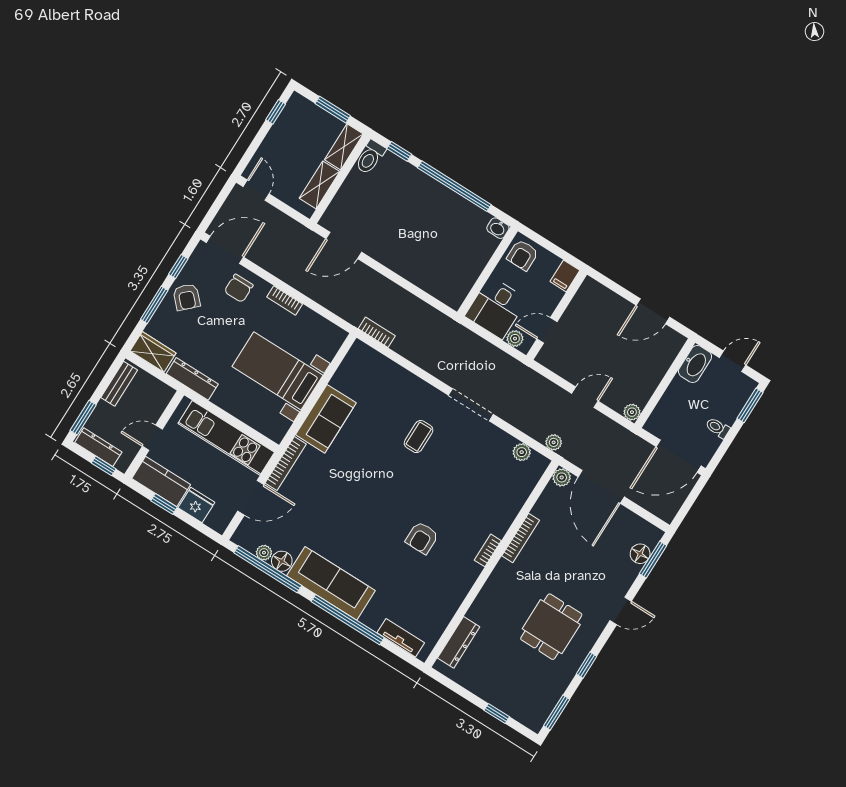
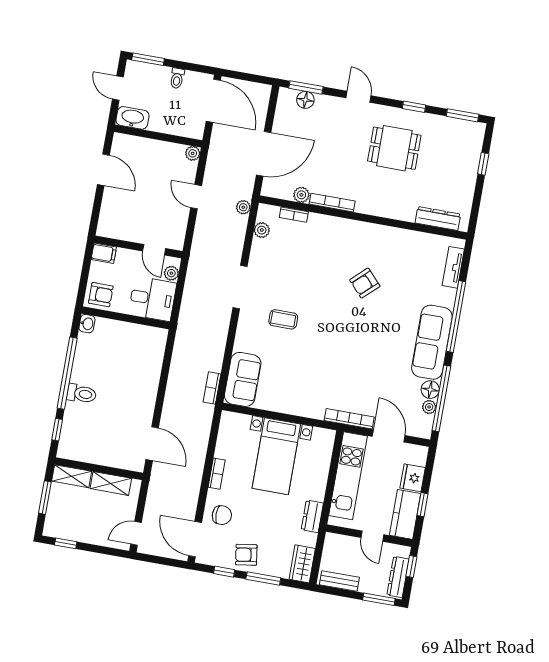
toilet: (370, 157) -> (82, 394), moved
armchair: (187, 297) -> (246, 555), turned -145
dresser: (192, 379) -> (312, 516), width x0.70
sofa: (326, 419) -> (243, 379), moved, turned 90
plant: (562, 477) -> (301, 195), moved
armchair: (422, 538) -> (365, 283), turned 137
bookcase: (488, 550) -> (294, 215), moved

